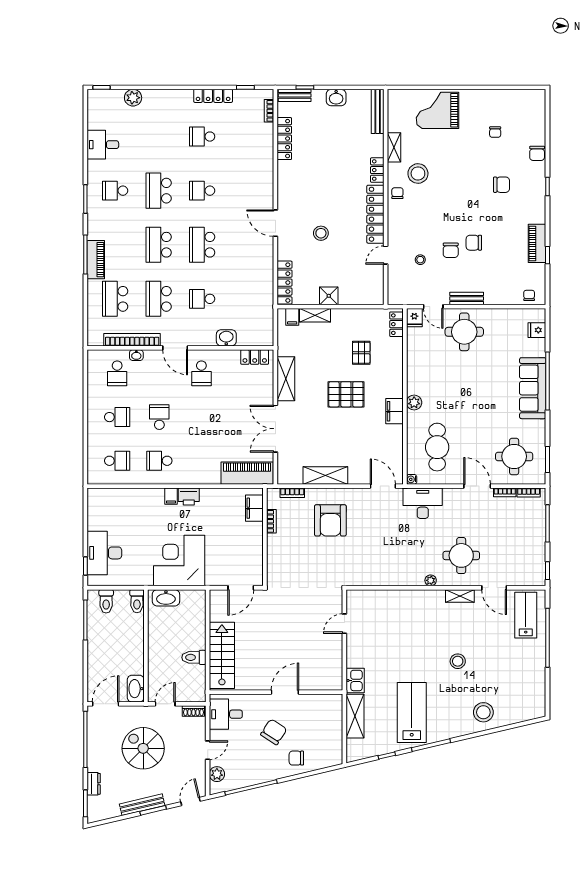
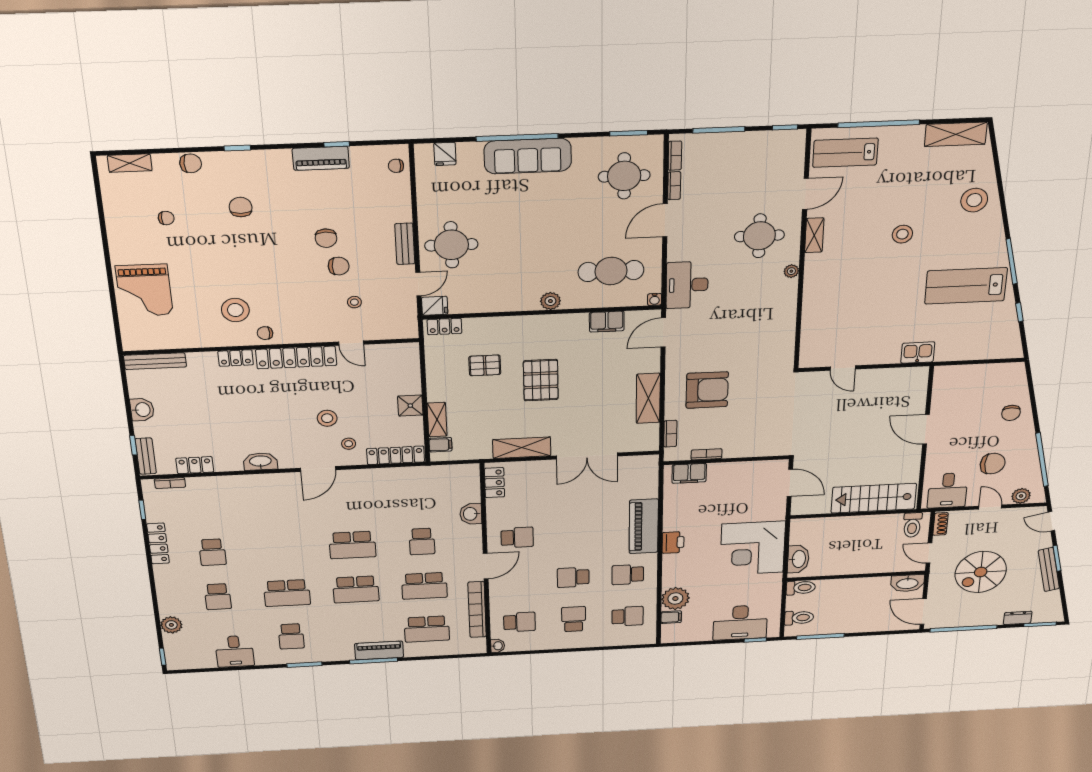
locker: (284, 139) -> (195, 465), width x0.66
shelving: (394, 147) -> (130, 163), moved
washbasin: (285, 180) -> (260, 461), added
school desk: (202, 191) -> (218, 597), moved
stool: (297, 248) -> (349, 444), added
washbasin: (136, 355) -> (498, 646), moved
filing cabinet: (394, 411) -> (607, 322), moved
school desk: (117, 461) -> (628, 616), turned 90
school desk: (159, 461) -> (628, 575), turned 90
piano: (247, 473) -> (644, 526), moved
filing cabinet: (171, 496) -> (671, 617), moved
plant: (133, 499) -> (675, 599), added
toilet: (194, 657) -> (912, 525), moved
shelving: (355, 716) -> (956, 134), moved
chair: (274, 732) -> (993, 464), moved, turned 147

